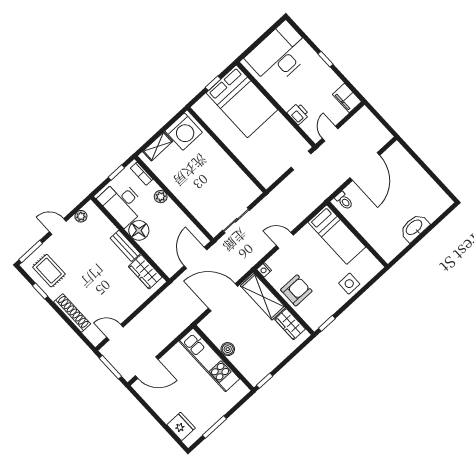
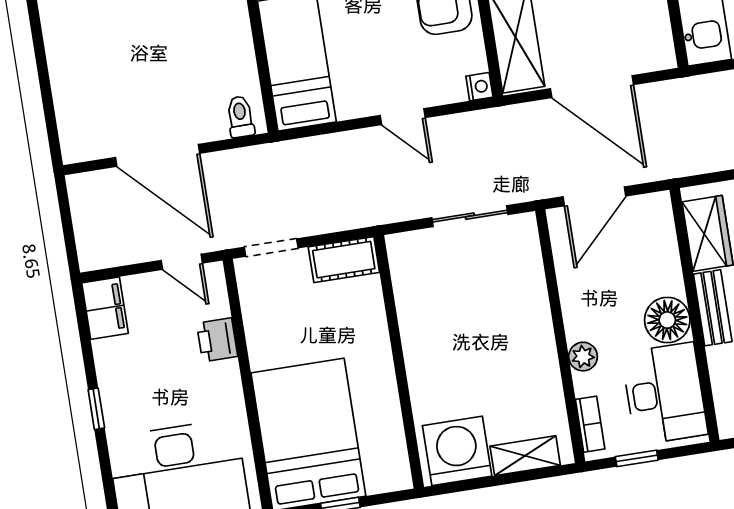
door: (330, 134) -> (182, 262), hinge flipped
door: (365, 167) -> (158, 155), swing flipped
cot: (272, 174) -> (344, 260), added

